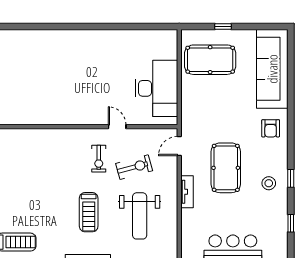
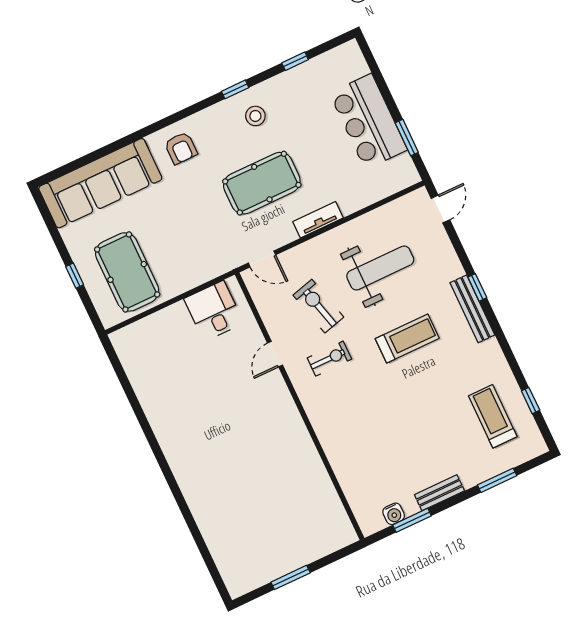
desk: (156, 88) -> (214, 311), width x0.53, depth x0.77
armchair: (271, 128) -> (181, 148), turned 90

